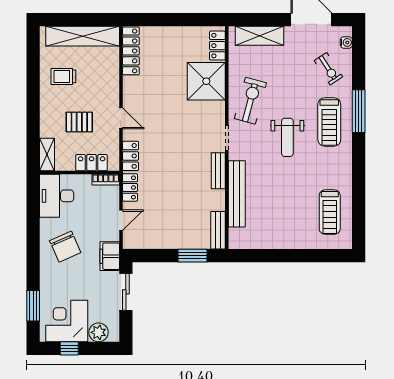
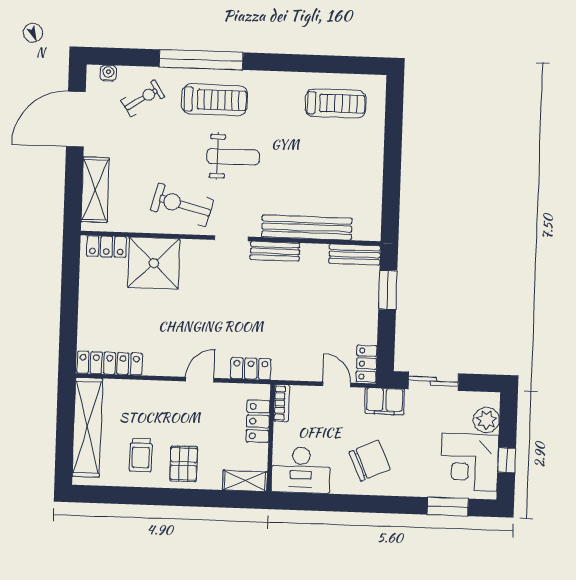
window: (359, 111) -> (201, 60), width x1.46
pallet: (79, 122) -> (184, 464), moved
locker: (130, 187) -> (366, 364), moved, turned -90

